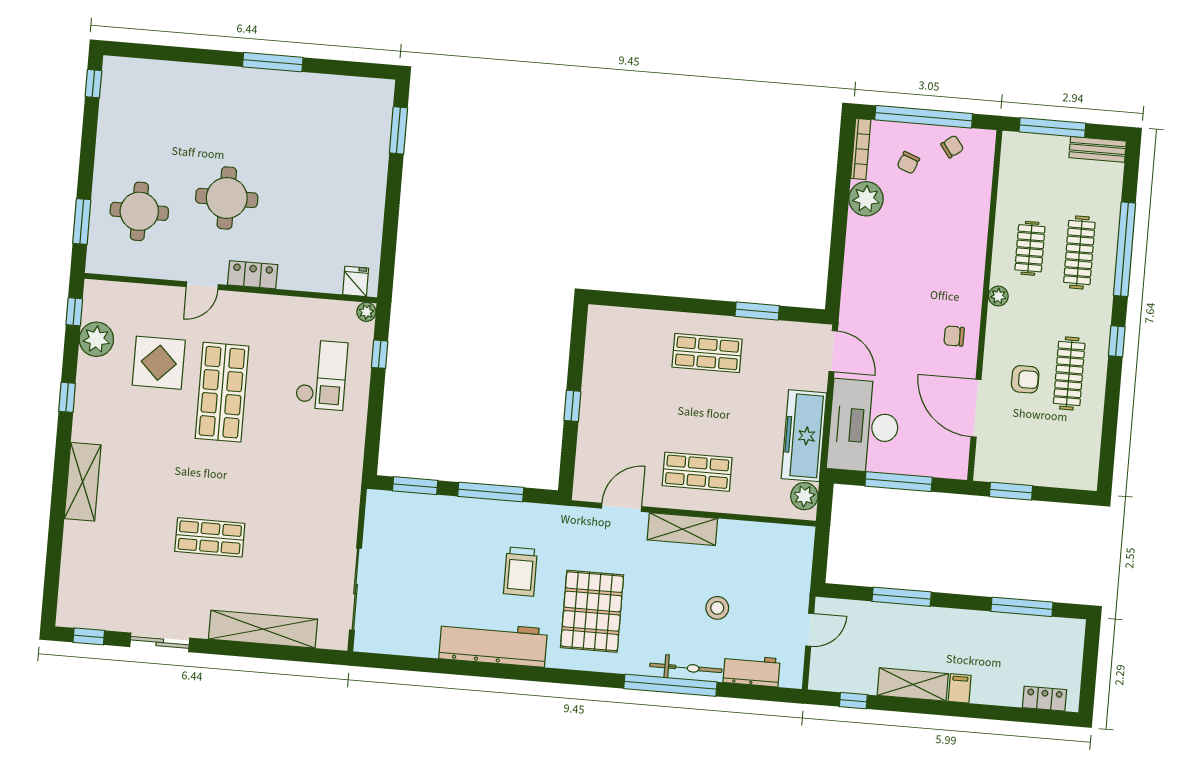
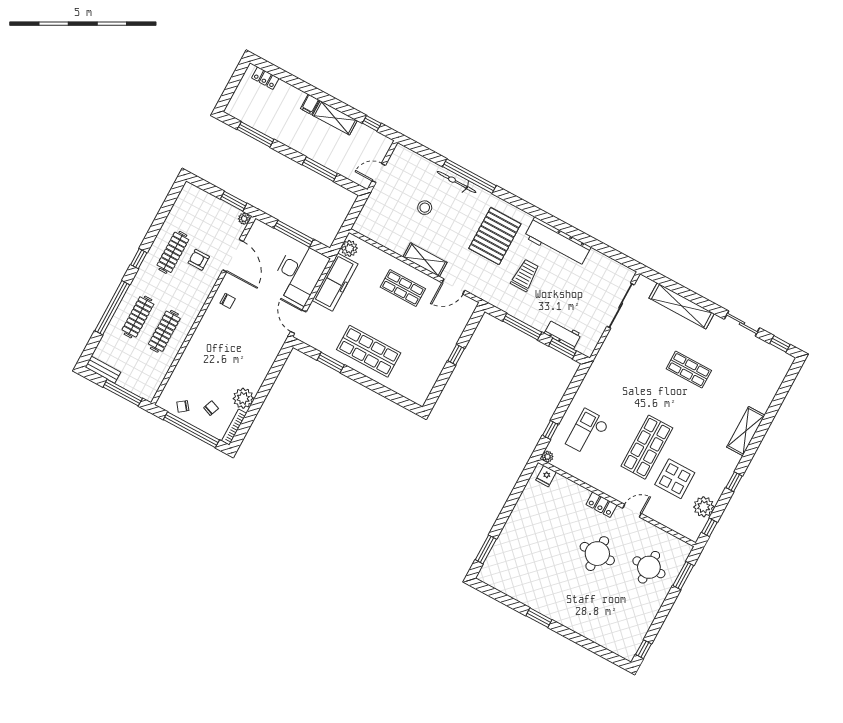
window: (273, 62) -> (539, 618), width x0.69
clothes rail: (1030, 248) -> (164, 331), width x1.36
plant: (998, 296) -> (244, 219), moved
shop shelf: (707, 353) -> (369, 351), width x1.43, depth x1.36
workbench: (752, 671) -> (563, 334), moved, turned 180

